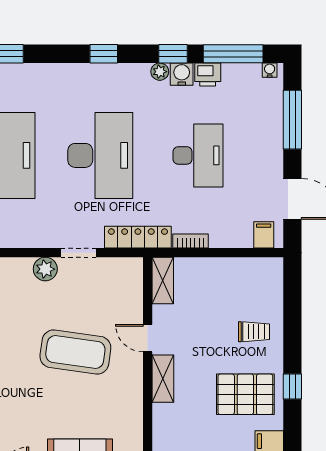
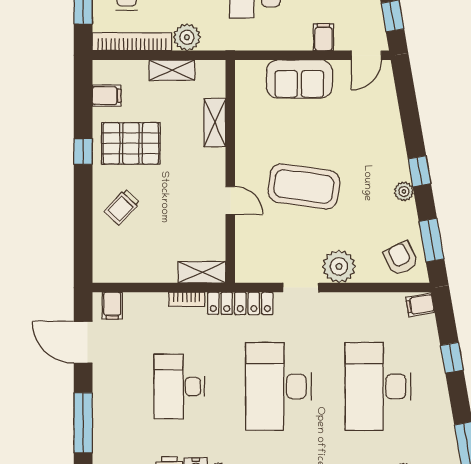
plant: (45, 269) -> (339, 266), width x1.36, depth x1.36
shelving: (163, 281) -> (202, 272), moved, turned 90
trolley: (254, 332) -> (122, 207), turned -47
shelving: (163, 379) -> (215, 123), moved

